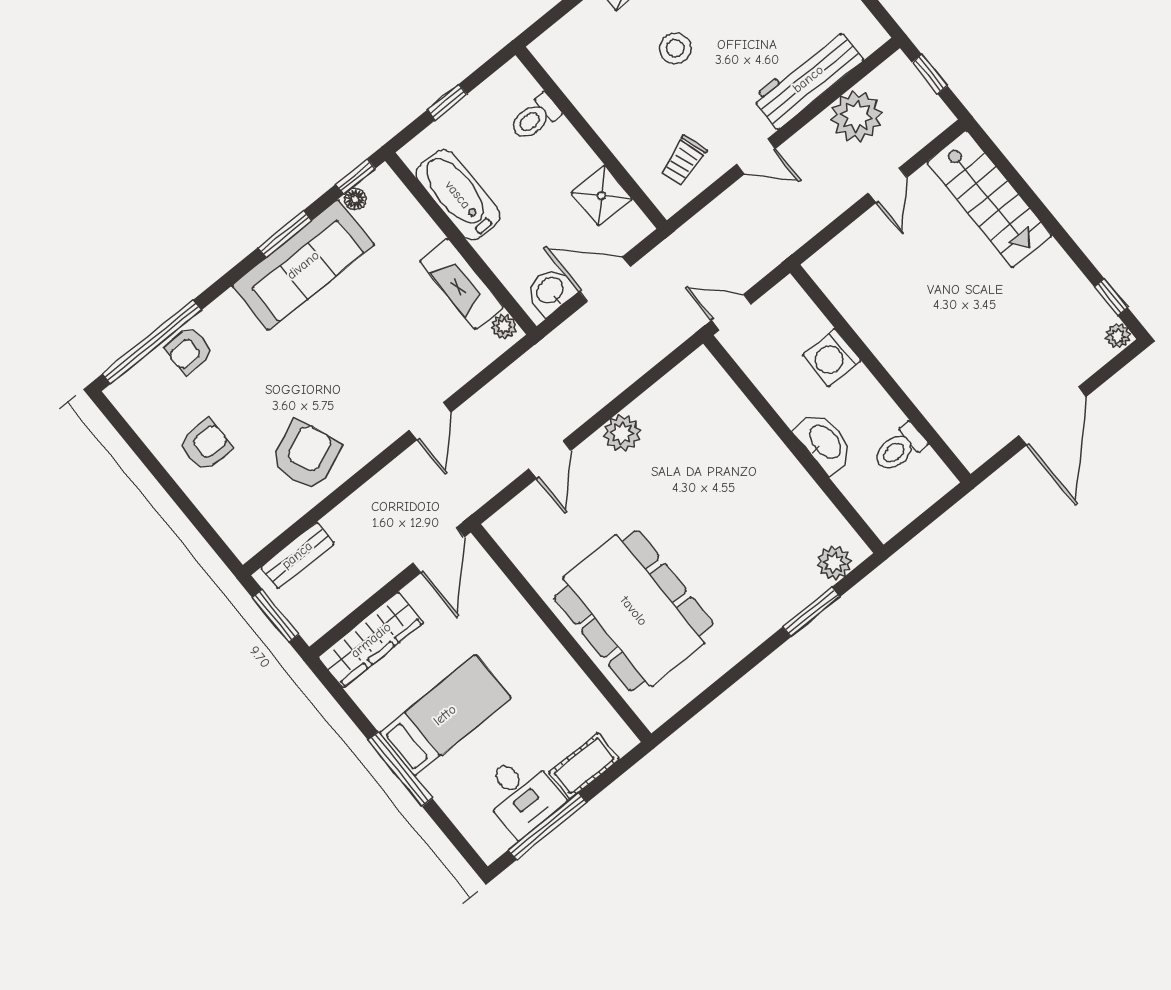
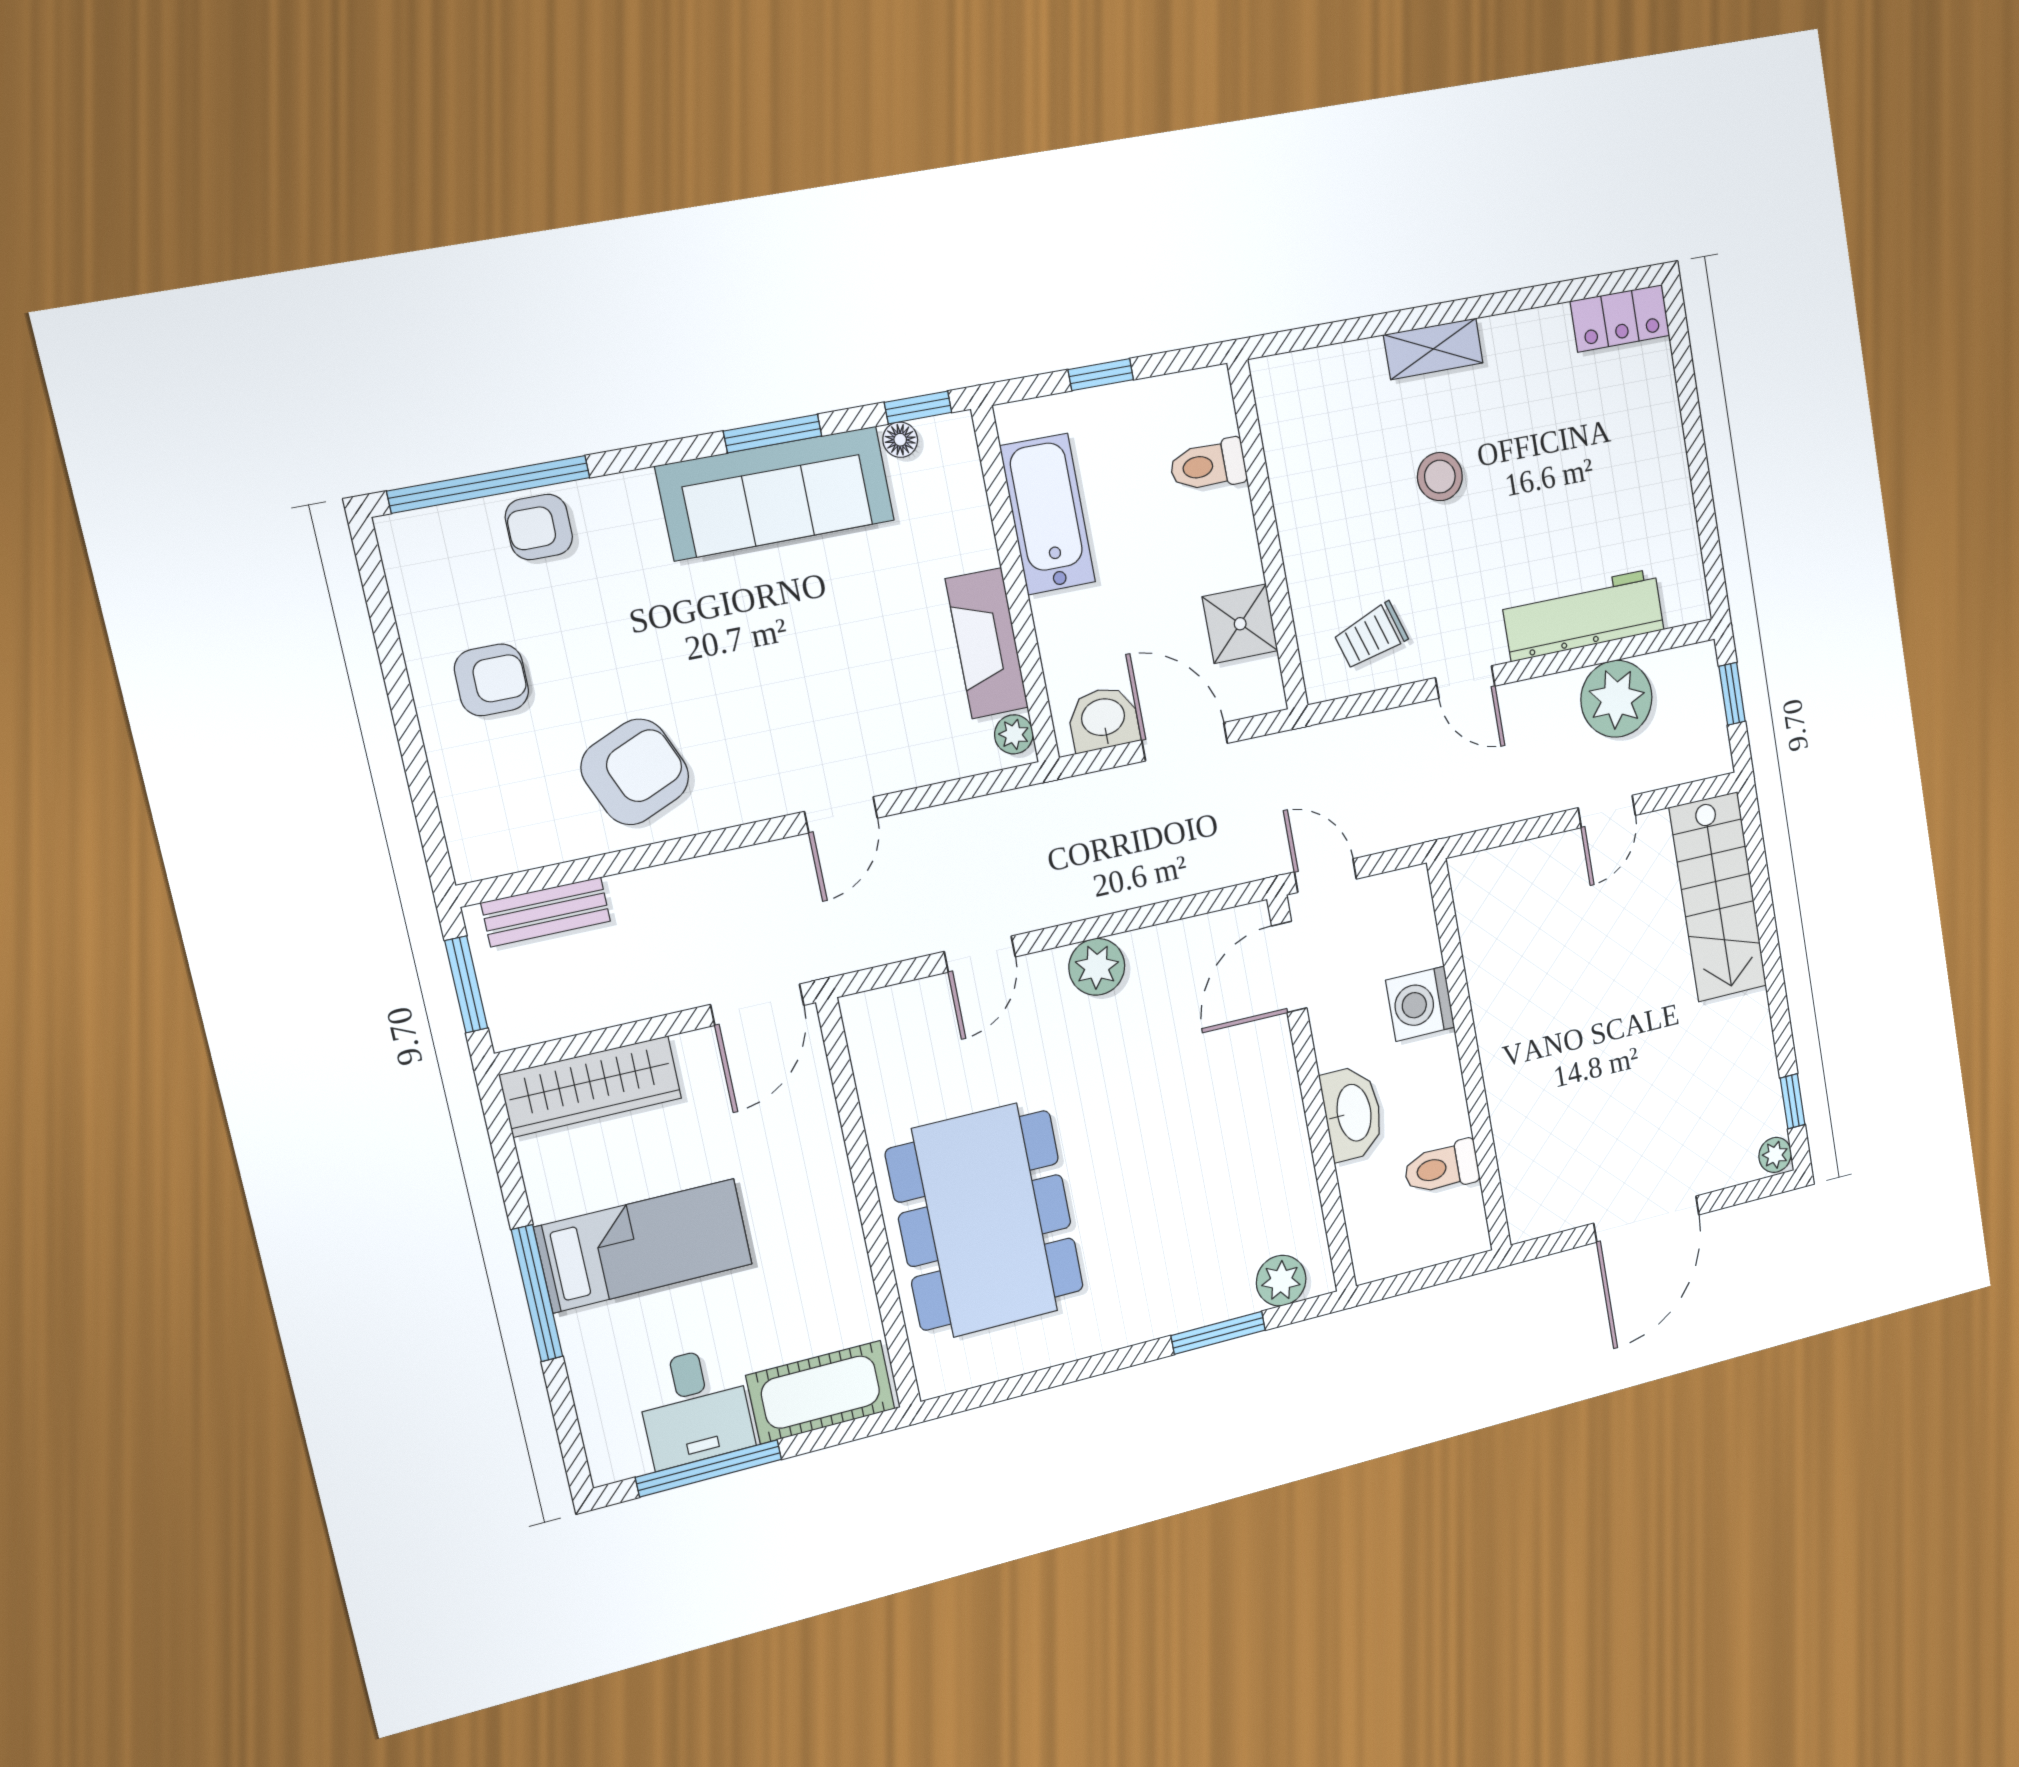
door: (738, 376) -> (1289, 967), added
cot: (584, 766) -> (821, 1392), width x1.37, depth x1.34

